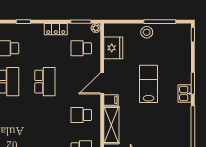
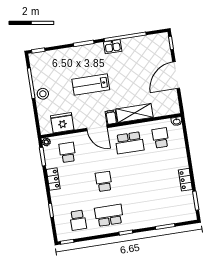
school desk: (81, 48) -> (67, 152), turned 180
school desk: (45, 82) -> (104, 181), width x0.54
kitchen sink: (185, 94) -> (113, 47), moved
school desk: (81, 115) -> (129, 143), width x1.85

